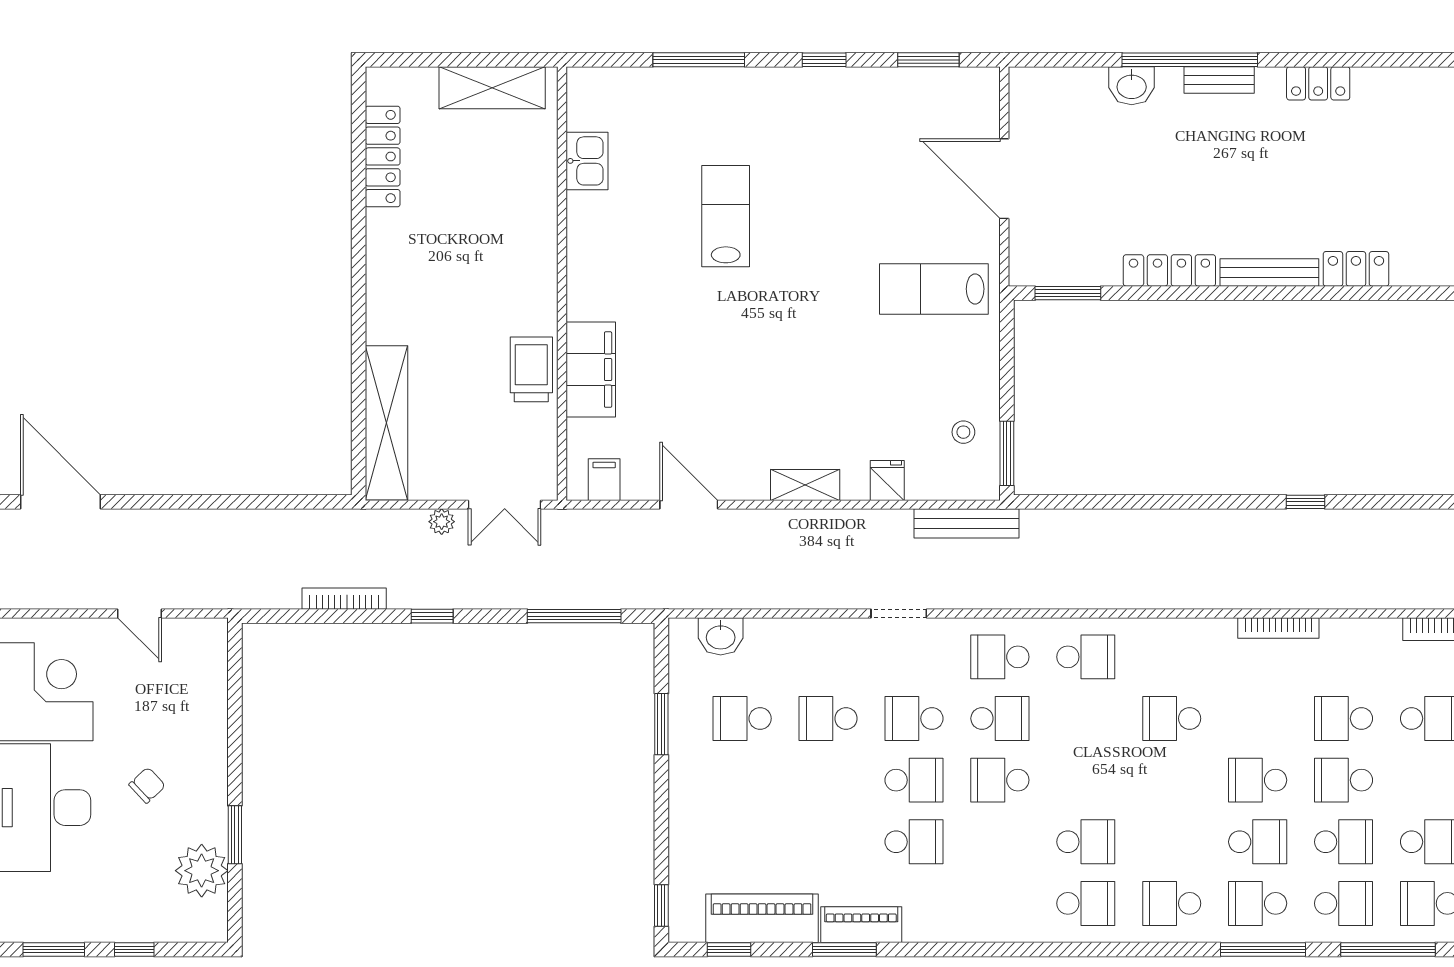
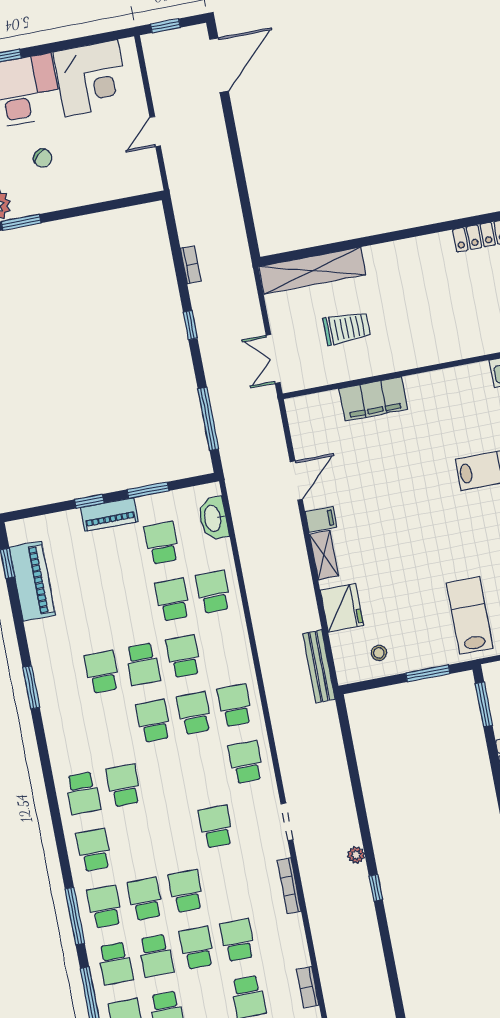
trolley: (531, 369) -> (347, 328), moved
window: (1007, 453) -> (428, 673), moved
filing cabinet: (604, 480) -> (321, 519), moved
fridge: (887, 480) -> (342, 608), width x1.88, depth x1.34
plant: (442, 522) -> (356, 855), moved
bookcase: (344, 599) -> (191, 265), width x0.64
doorway: (899, 613) -> (287, 822), moved
washbasin: (721, 636) -> (213, 518), width x1.38
school desk: (828, 657) -> (213, 592), added
school desk: (1086, 657) -> (246, 762), turned 180
school desk: (1000, 718) -> (194, 713), turned 180
school desk: (914, 842) -> (102, 672), turned 180
school desk: (1086, 842) -> (124, 785), turned 180
school desk: (1258, 842) -> (145, 899), turned 180
window: (661, 905) -> (89, 501), moved
piano: (861, 925) -> (109, 515), moved, turned 90
window: (844, 949) -> (31, 687), moved

